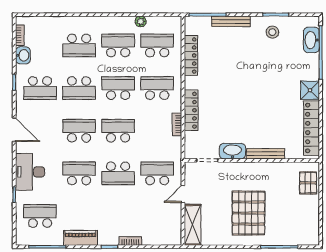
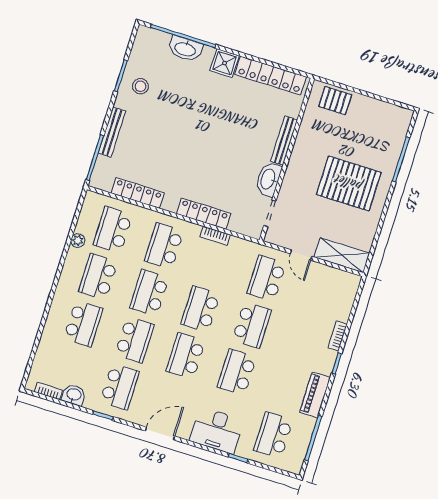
washbasin: (311, 40) -> (185, 49), moved

